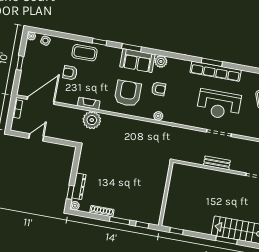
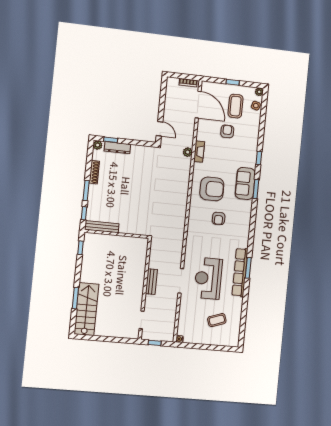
coffee table: (84, 53) -> (236, 106), moved
sofa: (137, 61) -> (245, 183), moved
plant: (161, 61) -> (245, 219), removed
plant: (158, 116) -> (192, 220), removed
plant: (92, 120) -> (188, 152), width x0.53, depth x0.53
door: (36, 137) -> (159, 129), moved
bench: (157, 208) -> (102, 227), added

